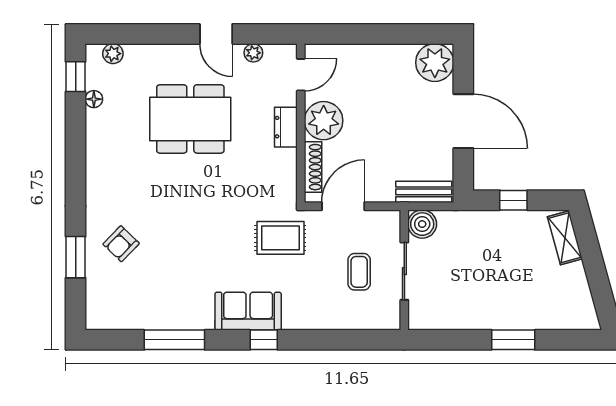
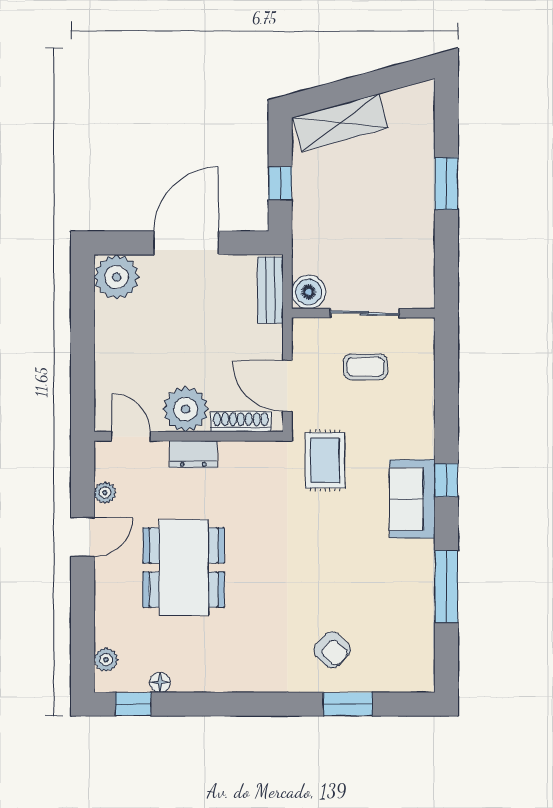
shelving: (565, 238) -> (340, 123), width x1.50, depth x1.33

